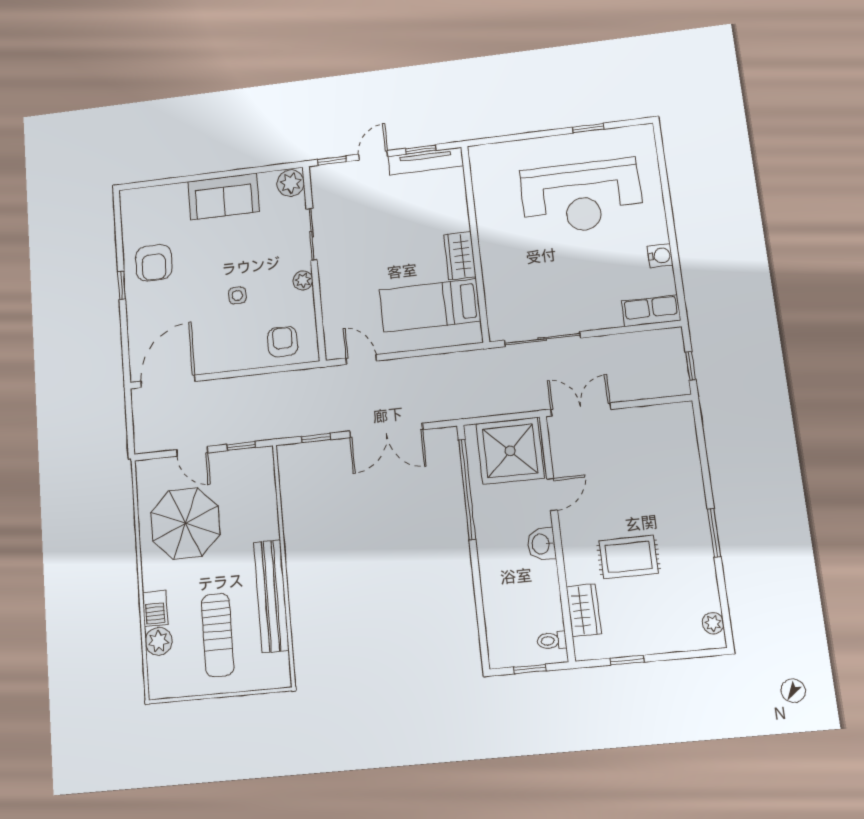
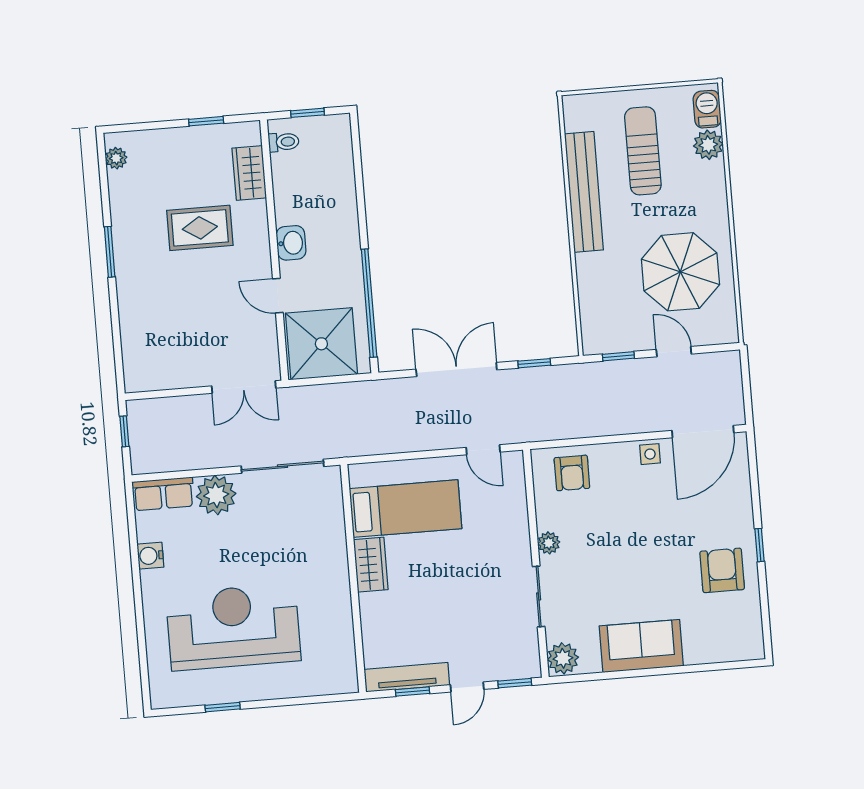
side table: (237, 295) -> (650, 454), moved
plant: (602, 311) -> (216, 495), added
door: (552, 494) -> (278, 296), hinge flipped
barbecue: (155, 608) -> (707, 109), moved

